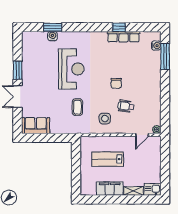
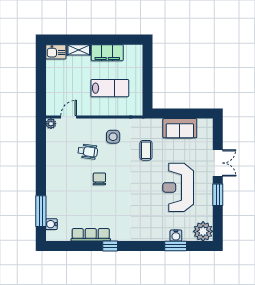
window: (119, 27) -> (110, 246), moved
plant: (30, 40) -> (203, 231), added
reception desk: (71, 69) -> (178, 187), moved
sofa: (36, 126) -> (180, 128), moved

